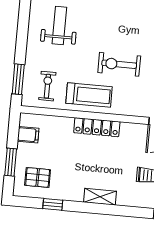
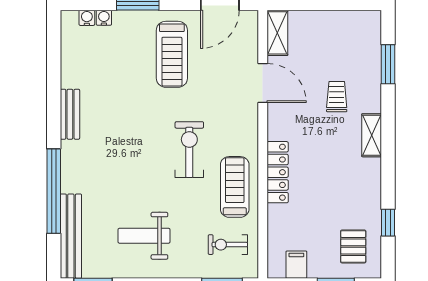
exercise bike: (119, 64) -> (189, 150), turned 180
shelving: (100, 197) -> (372, 135), moved

